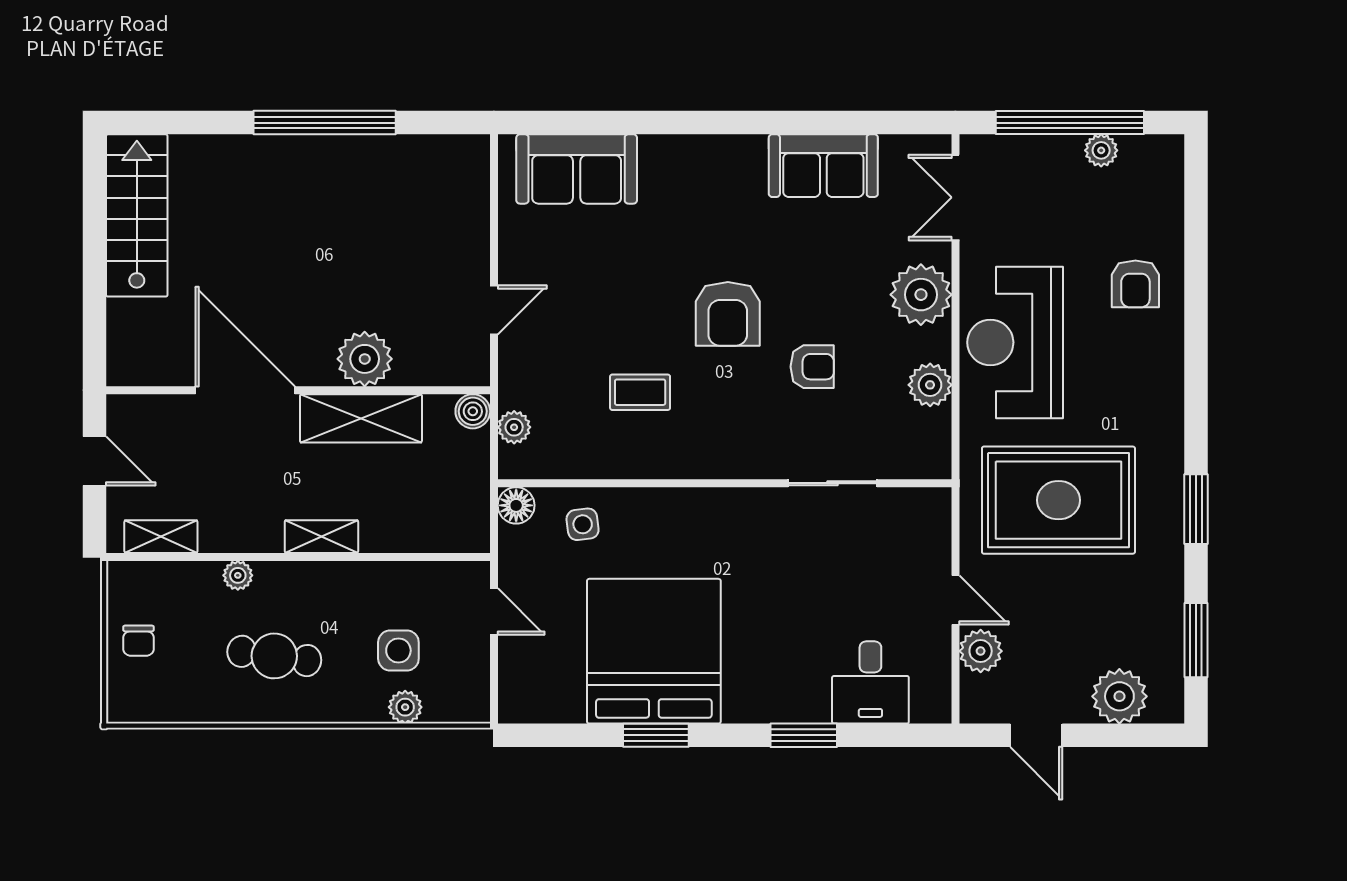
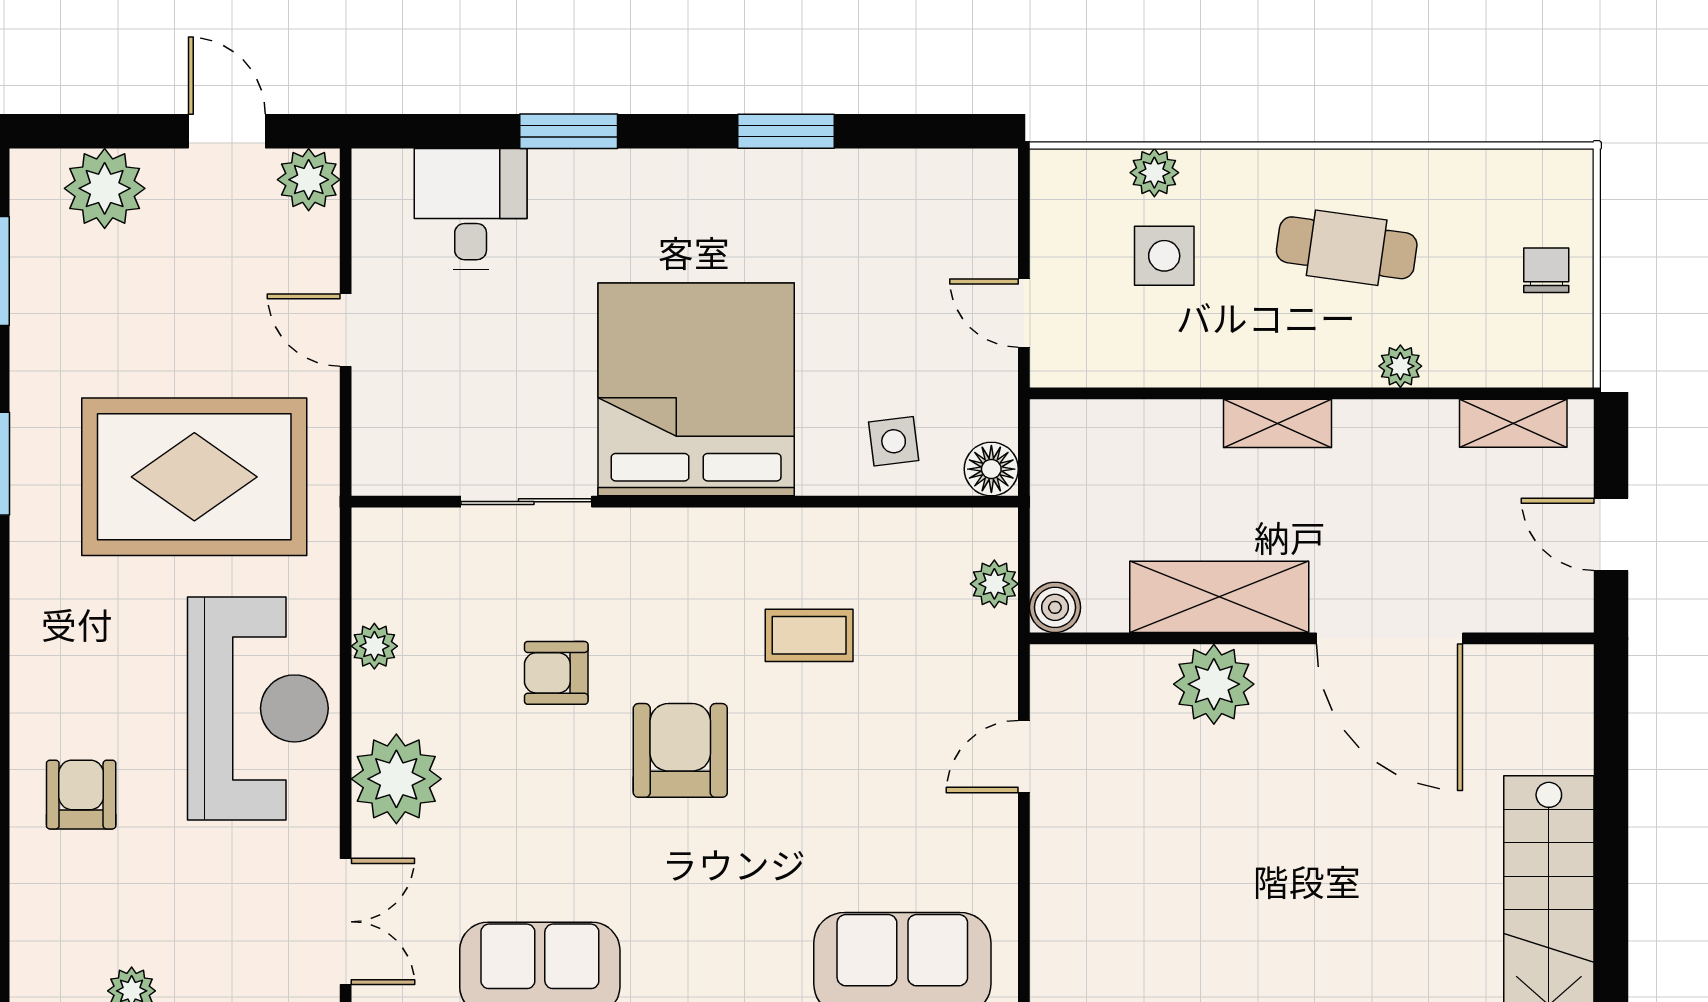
plant: (930, 385) -> (374, 646), width x0.73, depth x0.73
bed: (654, 651) -> (696, 389), moved, turned 180
plant: (981, 651) -> (309, 180), moved

